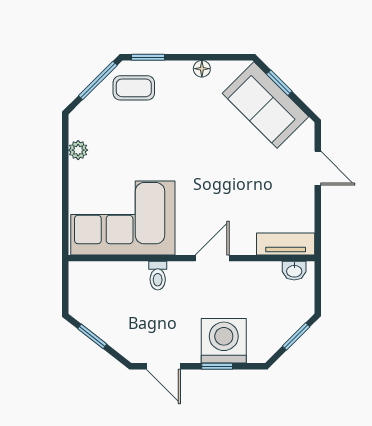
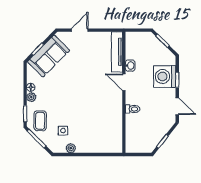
plant: (182, 70) -> (31, 97), added
side table: (114, 134) -> (63, 131), added
corner sofa: (123, 218) -> (104, 126), removed
tv unit: (286, 244) -> (117, 52), width x1.41
washbasin: (294, 271) -> (130, 66), moved
door: (163, 366) -> (177, 106), hinge flipped

